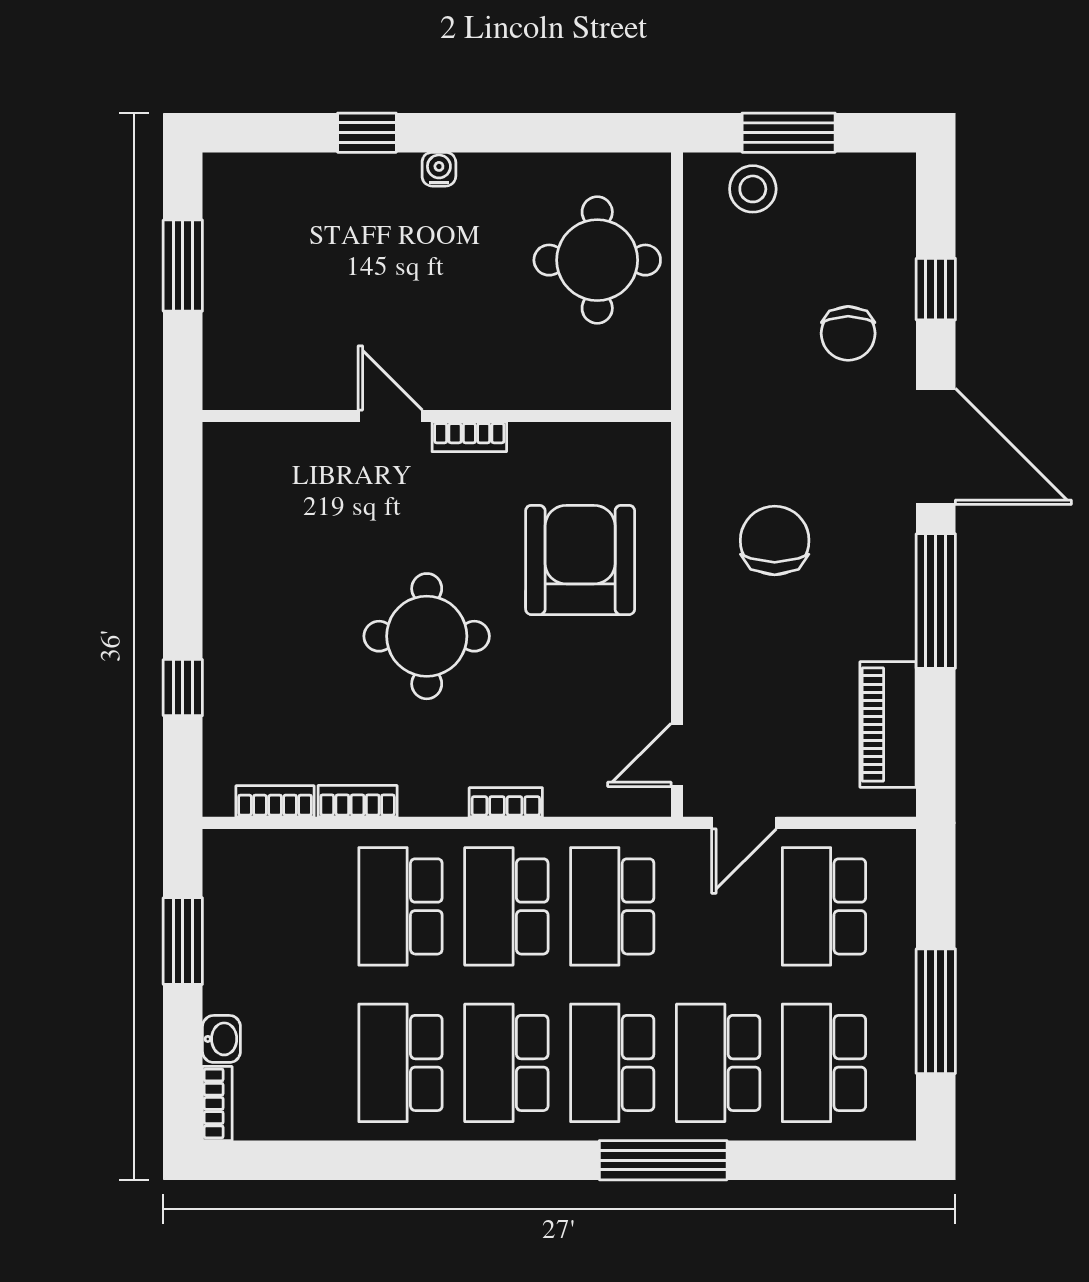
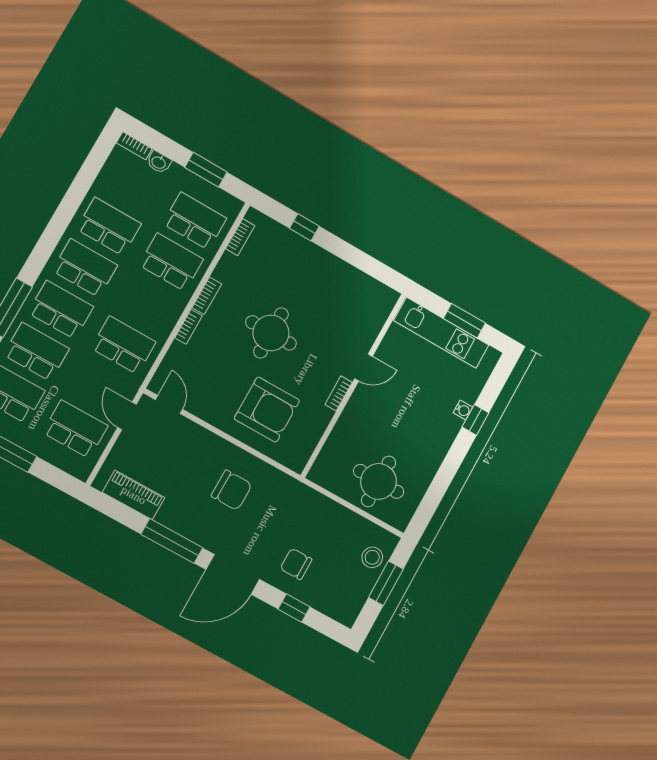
water cooler: (439, 169) -> (463, 410), moved
kitchen unit: (233, 299) -> (441, 333), added
bookcase: (358, 801) -> (207, 296), moved
school desk: (506, 906) -> (195, 221), moved

